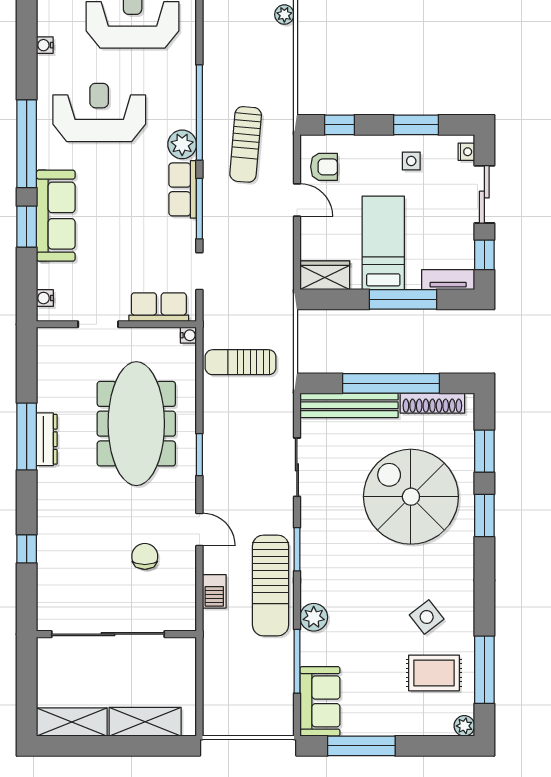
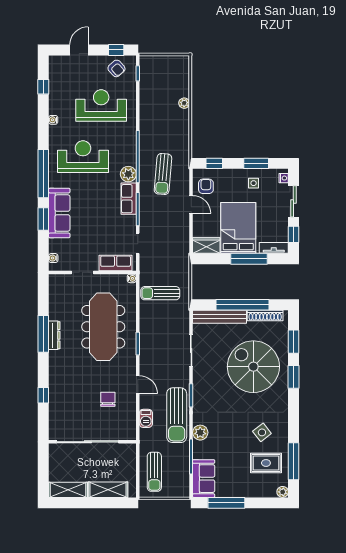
armchair: (324, 167) -> (206, 186), turned -90
bed: (383, 243) -> (238, 228), width x1.50
sun lounger: (230, 689) -> (154, 472), added

